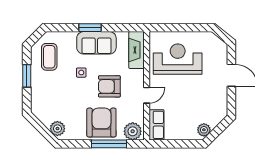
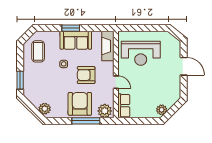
reception desk: (178, 59) -> (141, 53), turned 180
window: (27, 76) -> (20, 80), moved
door: (147, 95) -> (116, 82), hinge flipped

